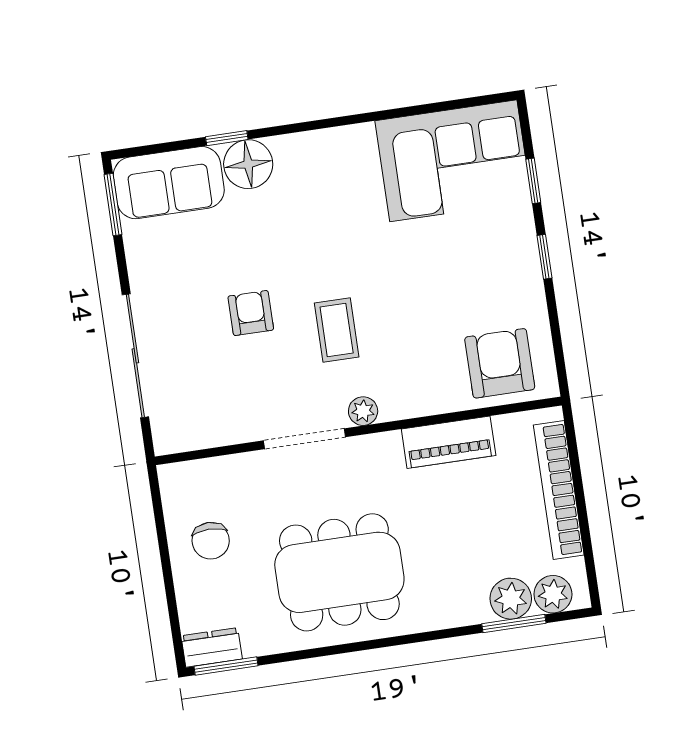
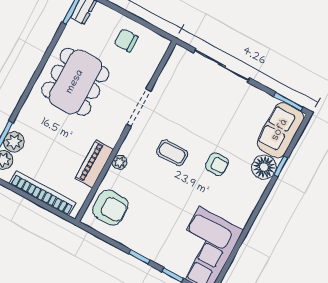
armchair: (251, 313) -> (217, 164), moved
plant: (363, 411) -> (120, 162), moved

